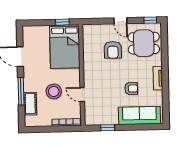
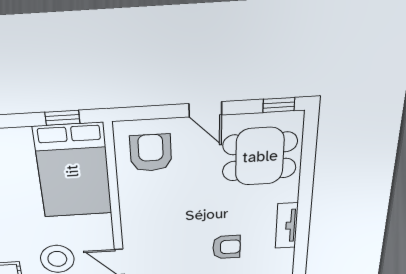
armchair: (113, 50) -> (151, 153), moved, turned 180

